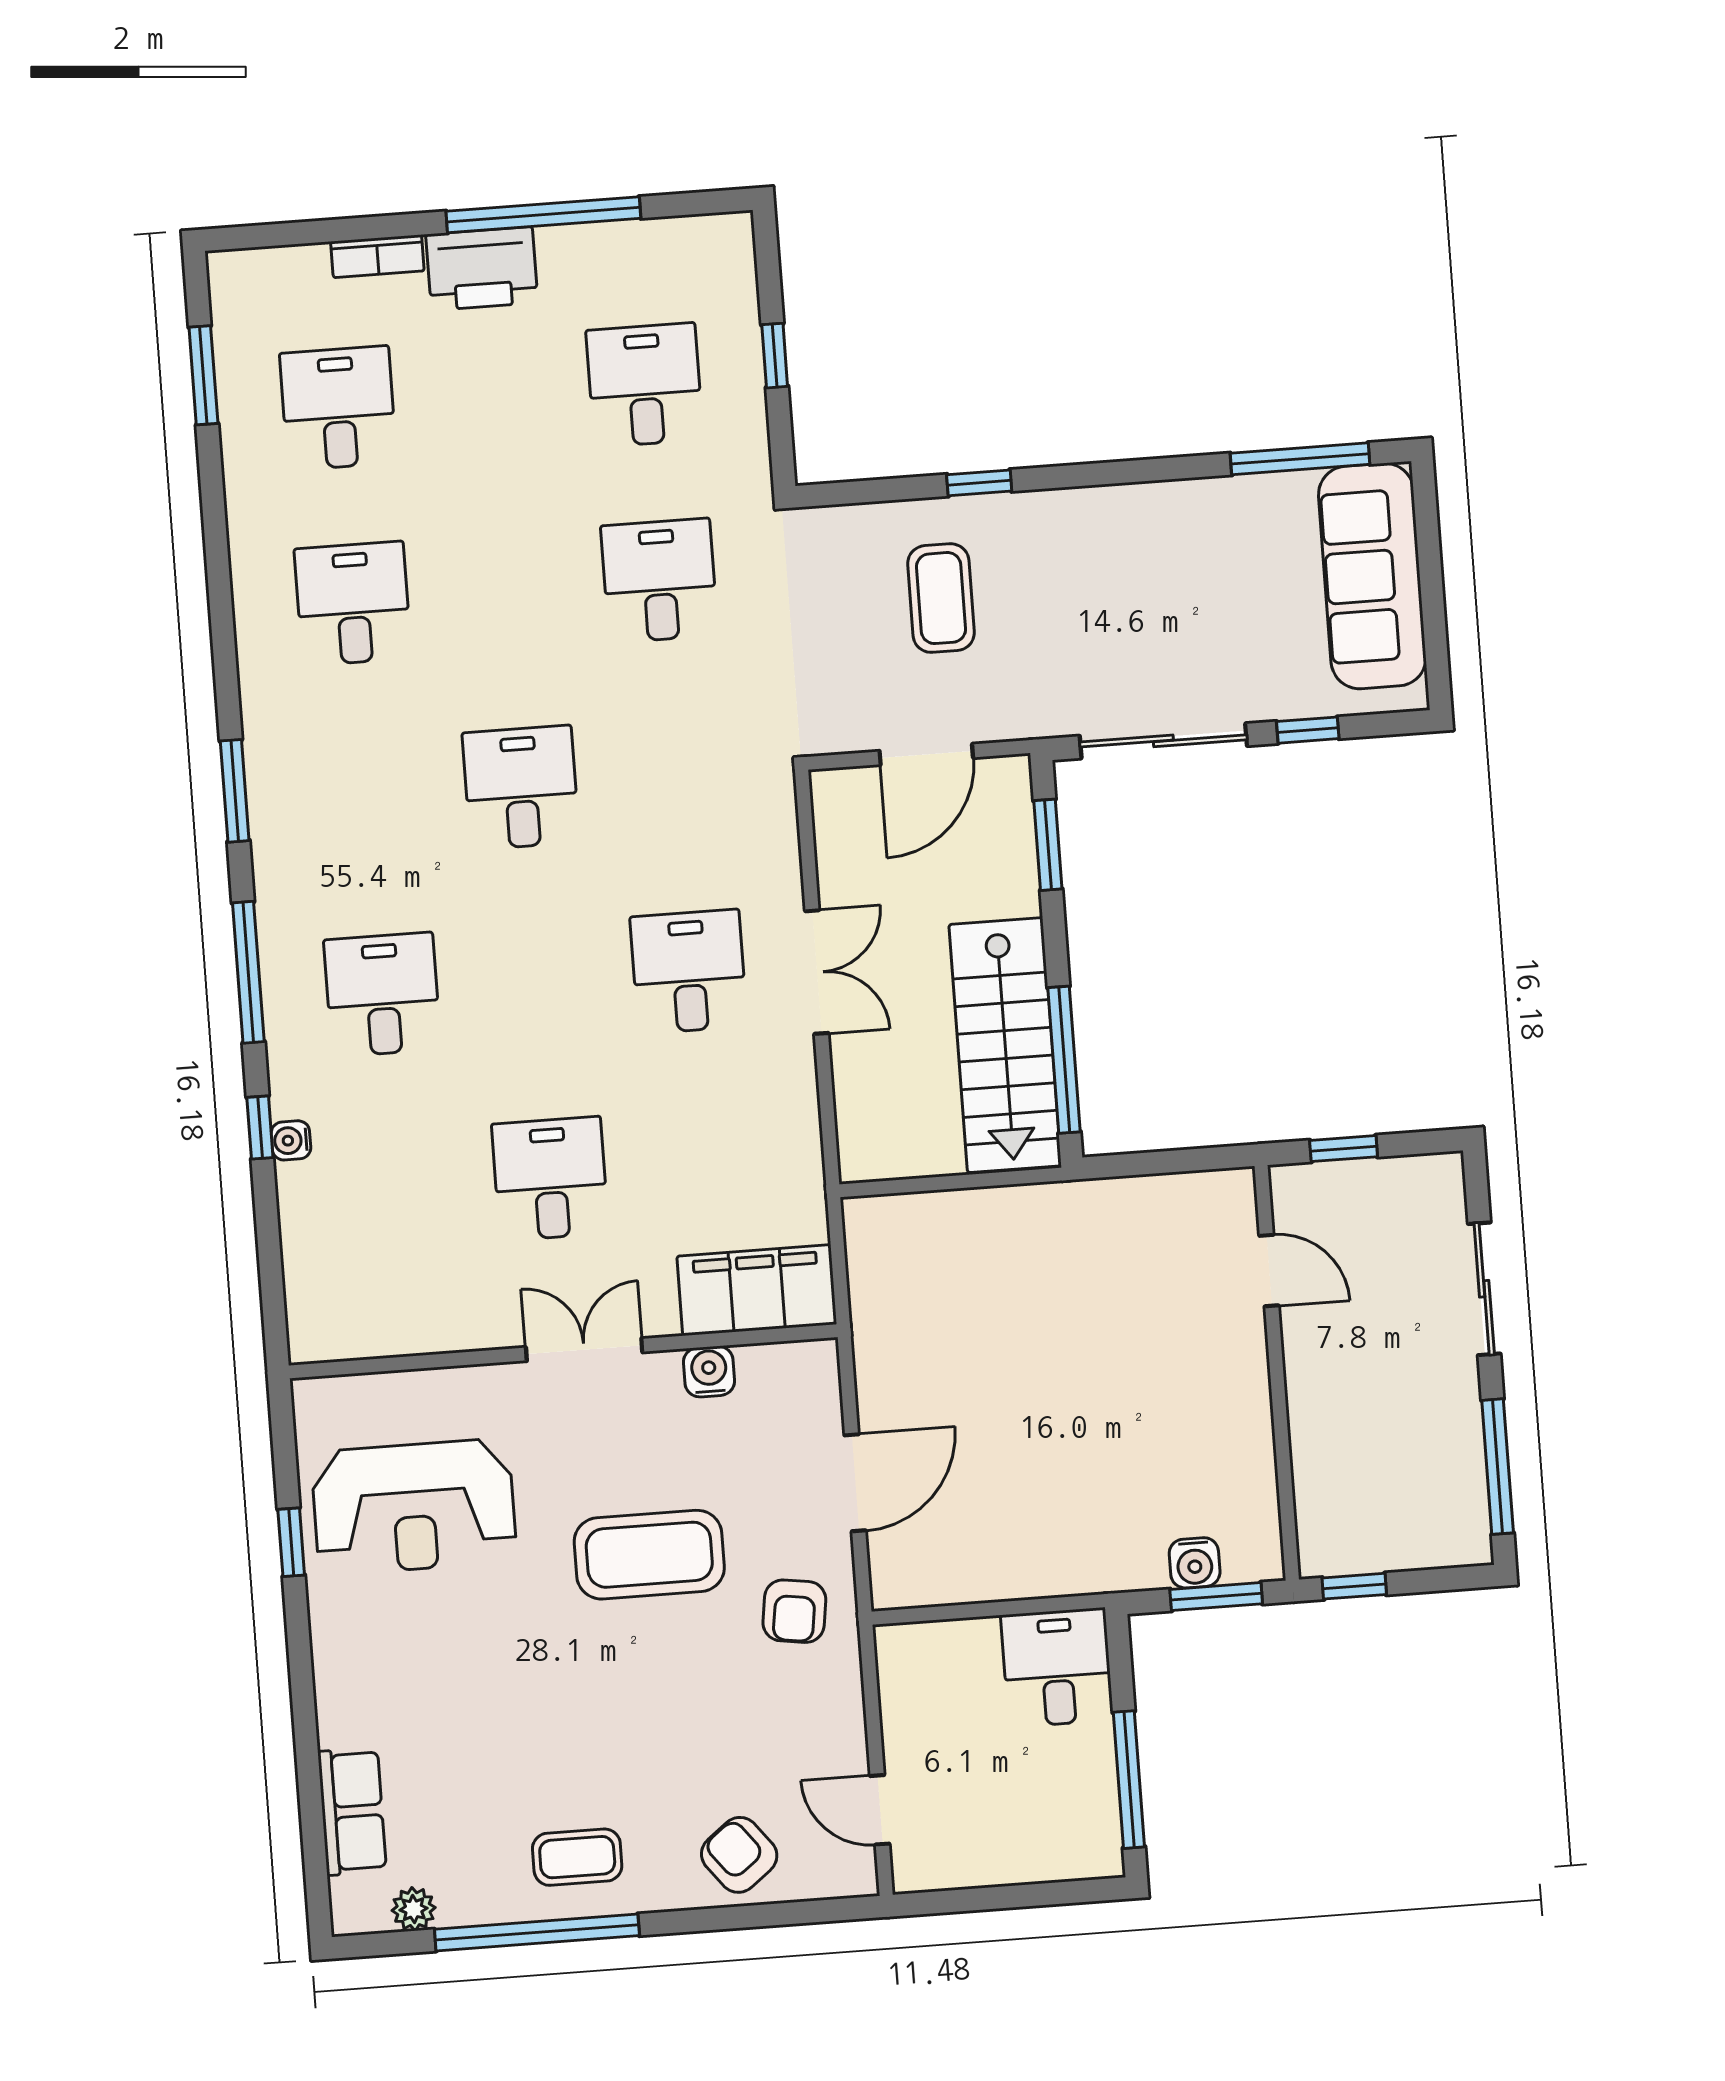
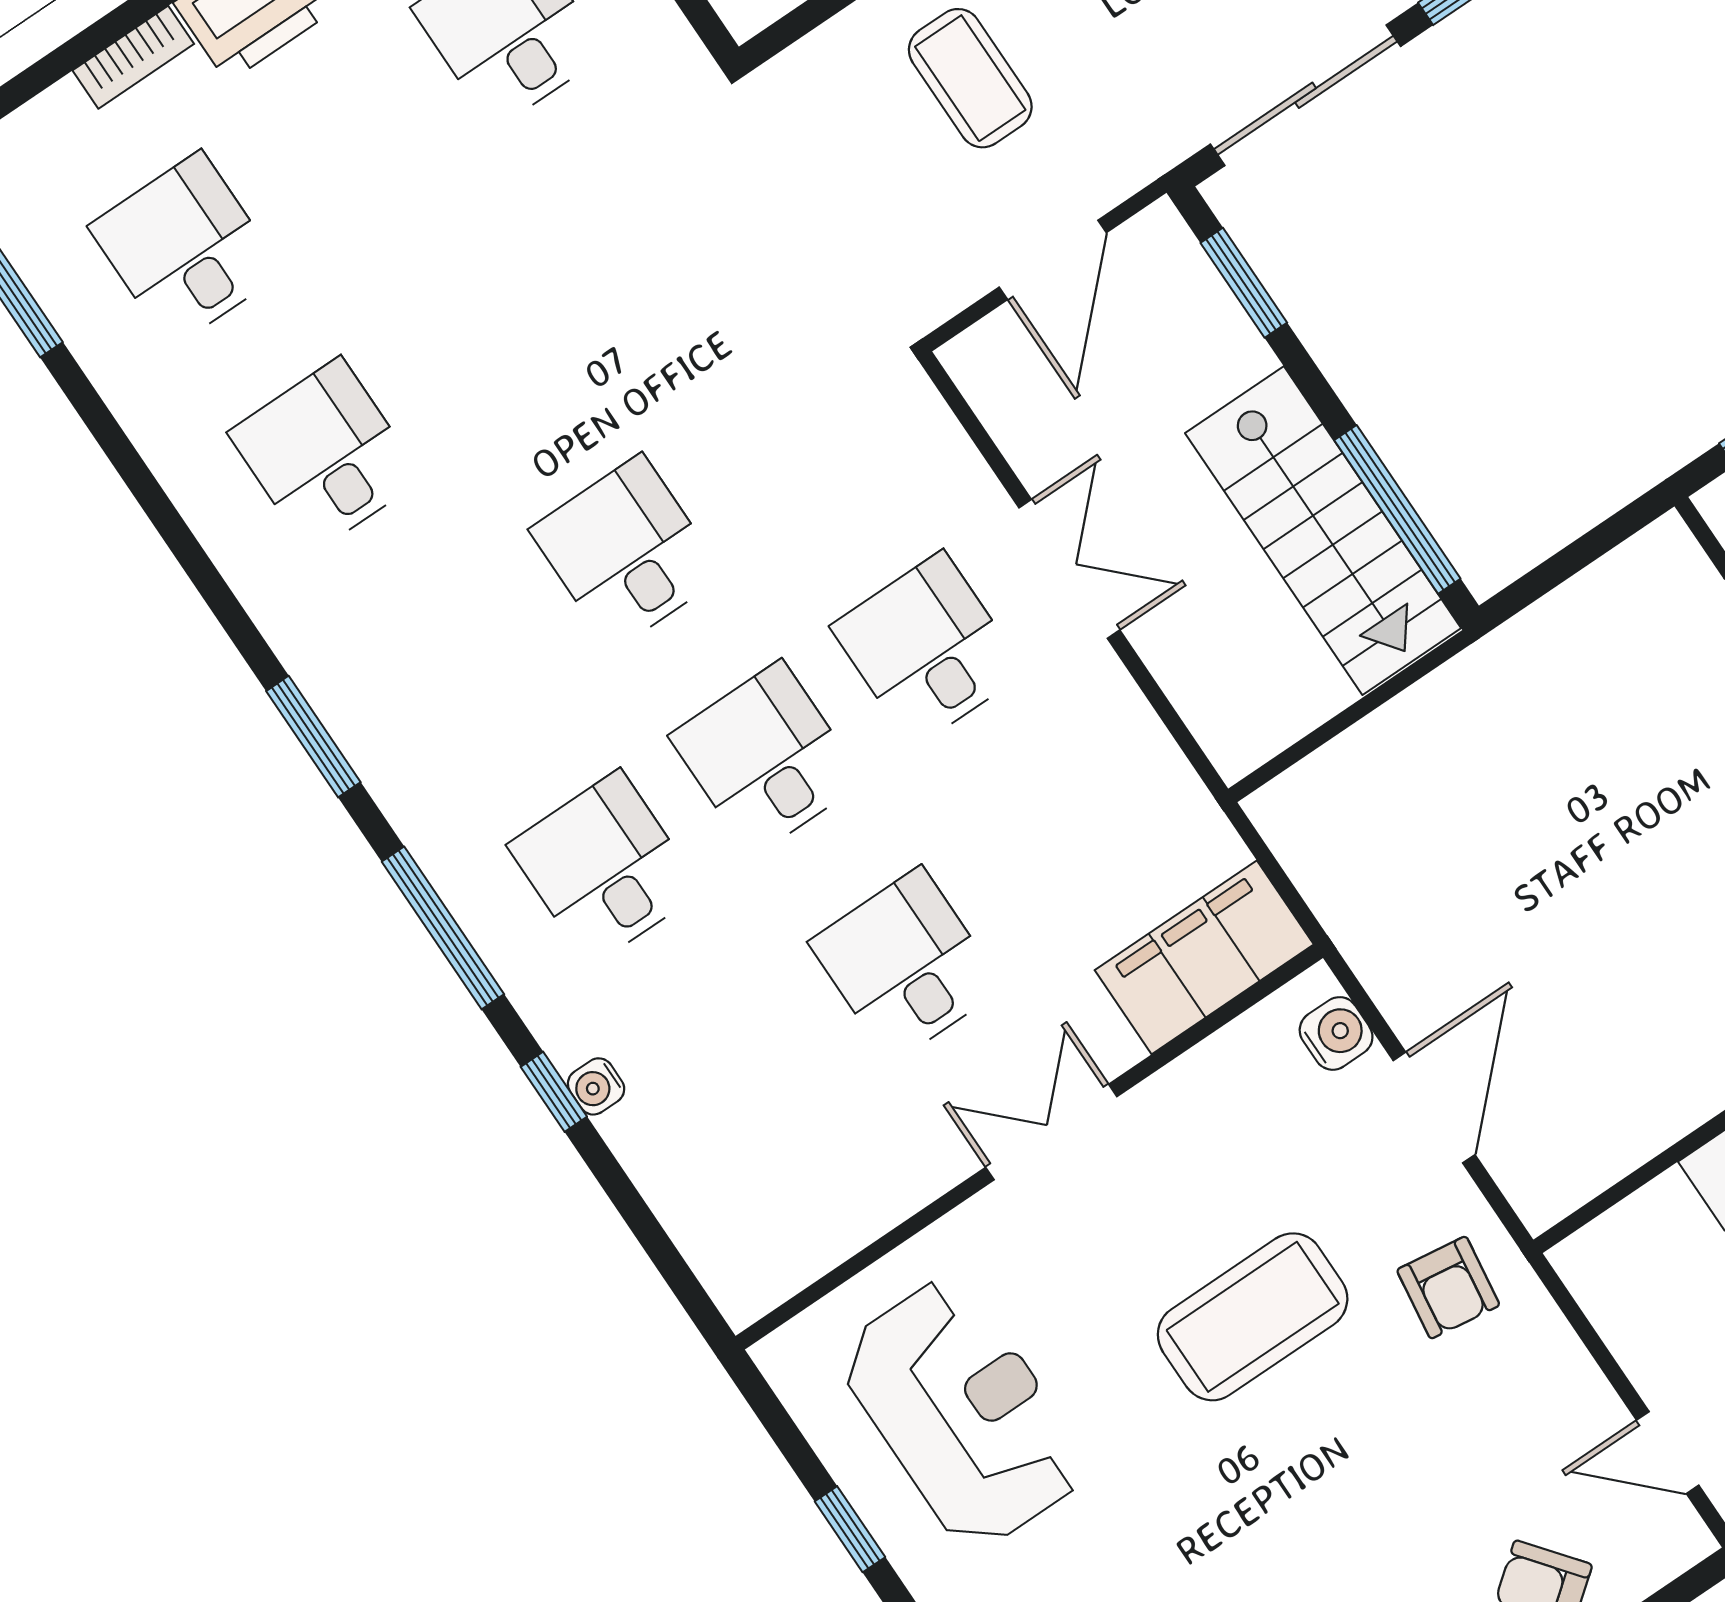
desk: (659, 581) -> (766, 759), moved
water cooler: (709, 1372) -> (1336, 1033), moved, turned 90
reception desk: (414, 1507) -> (963, 1413), turned -90

